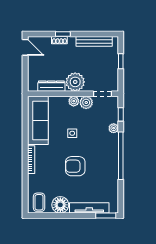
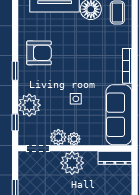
dresser: (51, 86) -> (115, 158), moved
plant: (114, 128) -> (29, 105), width x1.88, depth x1.88
window: (121, 156) -> (15, 71), width x0.32
armchair: (75, 166) -> (39, 53), moved

